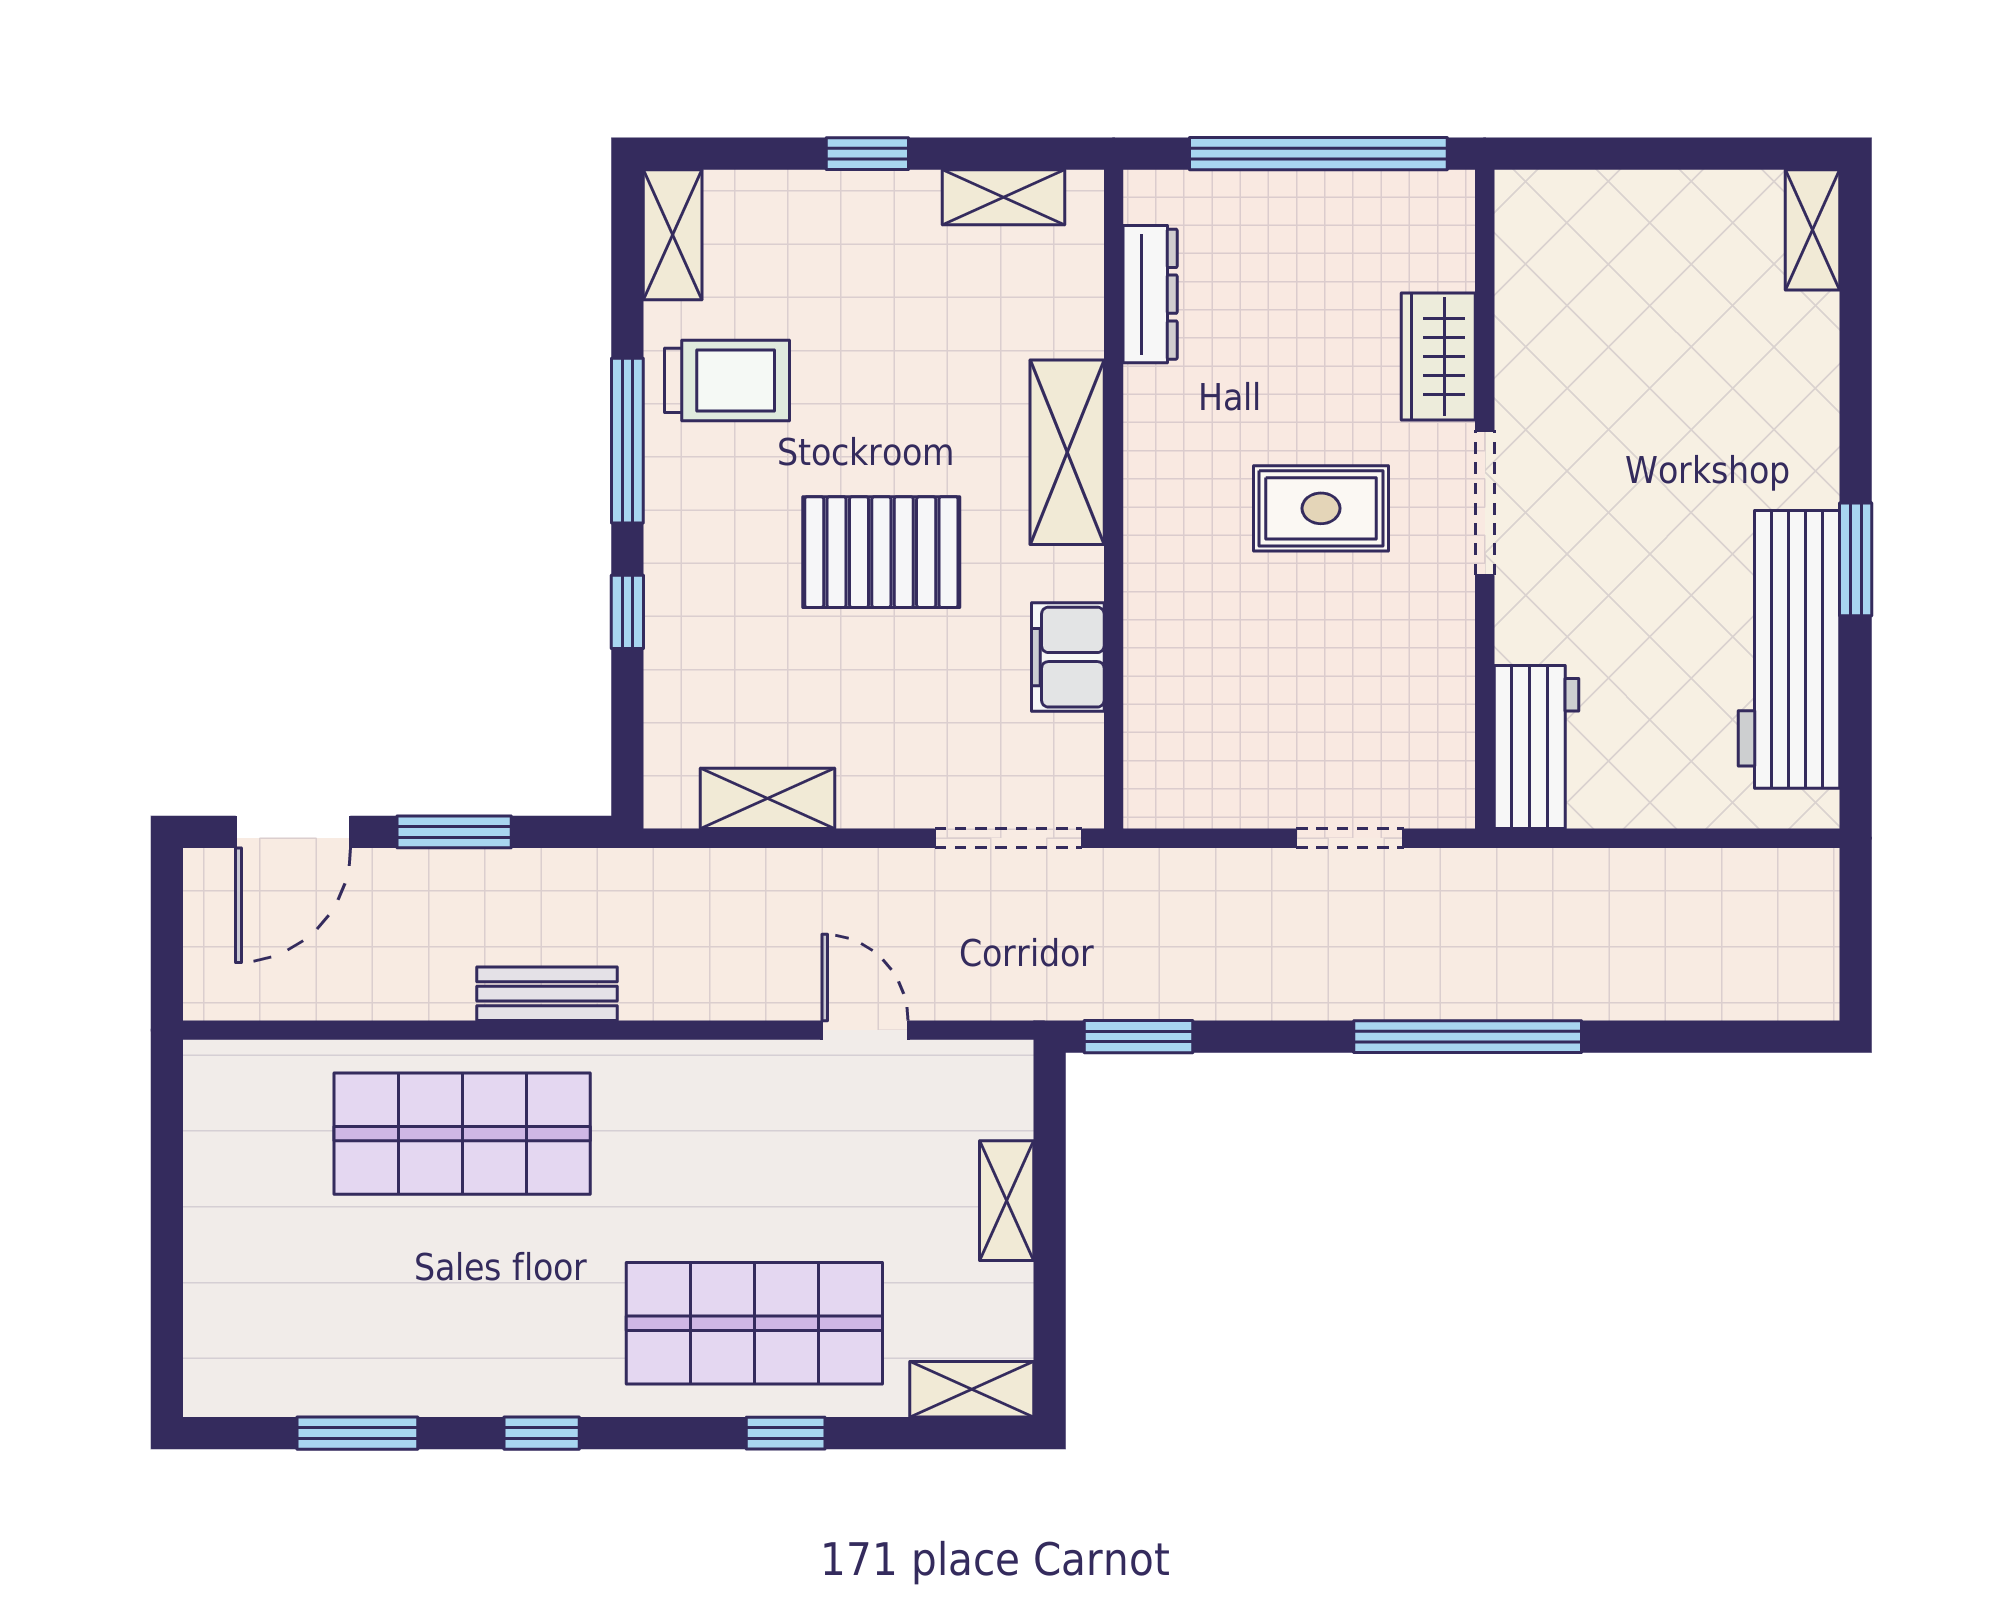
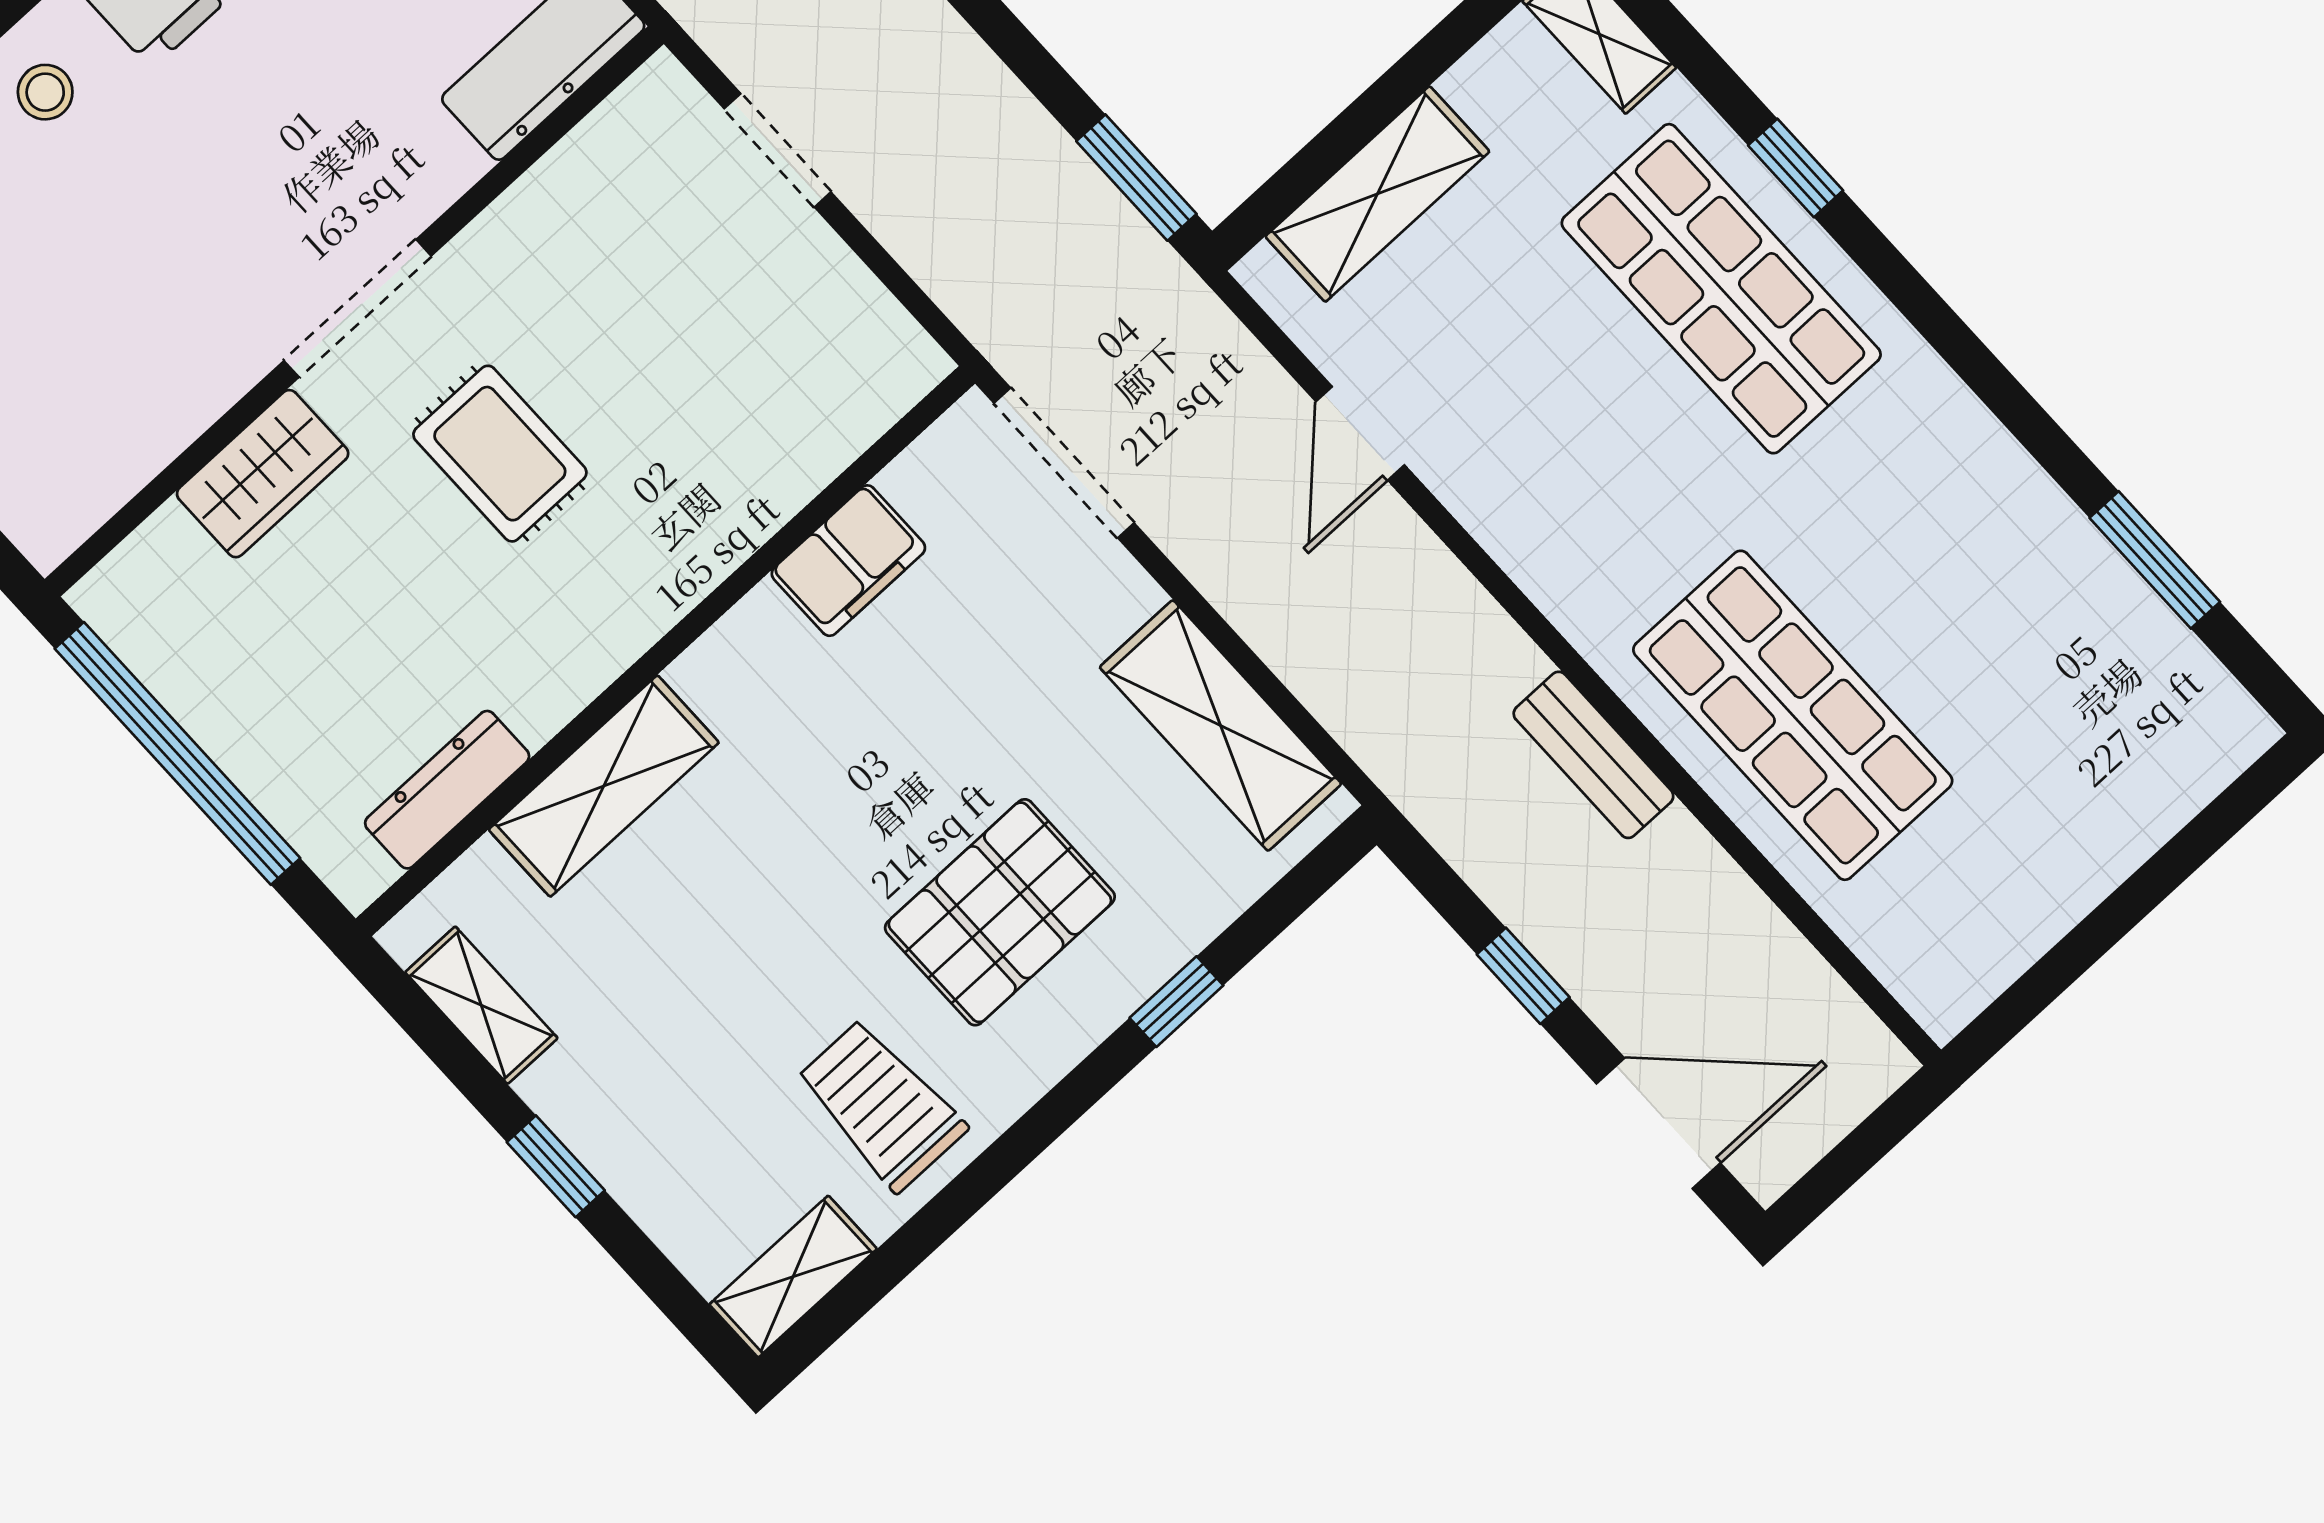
stool: (1783, 435) -> (45, 92), added
window: (627, 441) -> (1020, 1145), removed
shelving: (1067, 452) -> (604, 786), moved
pallet: (881, 552) -> (1000, 912), moved, turned 90
shelving: (767, 798) -> (1221, 725), width x1.50, depth x1.33
window: (454, 832) -> (1523, 976), width x0.67
shelving: (1007, 1201) -> (1377, 194), width x1.50, depth x1.33
window: (542, 1433) -> (2000, 391), removed

